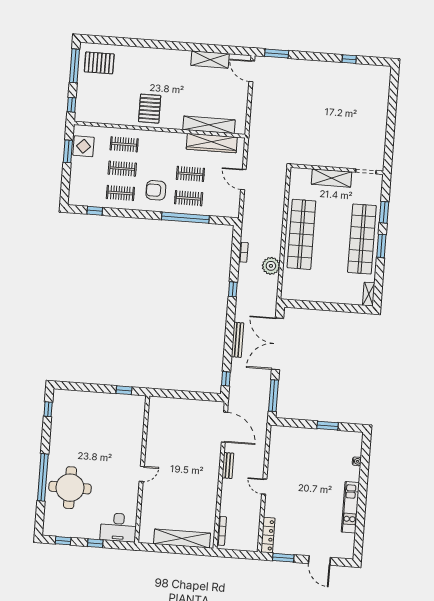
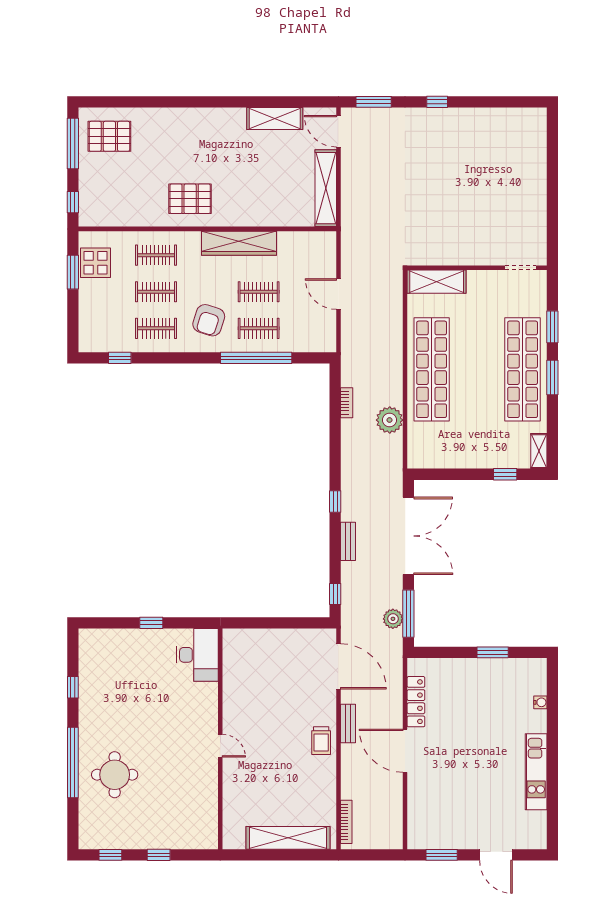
window: (349, 59) -> (437, 102), moved
pallet: (150, 109) -> (190, 199), turned 90
shelving: (209, 125) -> (326, 188), moved, turned 90
wardrobe: (212, 143) -> (239, 243), moved
shelving: (332, 178) -> (437, 282), moved
armchair: (156, 190) -> (209, 320), turned -72
window: (233, 289) -> (335, 501), moved
window: (345, 308) -> (505, 474), added
bench: (237, 340) -> (348, 541), width x0.73
double door: (277, 344) -> (408, 536), swing flipped
window: (124, 390) -> (151, 623), moved
plant: (263, 398) -> (393, 619), added
window: (48, 409) -> (73, 687), moved
door: (142, 474) -> (220, 746), hinge flipped
trolley: (209, 475) -> (321, 741), added
door: (264, 487) -> (405, 751), width x1.87
round table: (70, 488) -> (115, 775), width x0.73, depth x0.73
desk: (118, 527) -> (197, 655), moved, turned -90
locker: (268, 535) -> (416, 702), moved

